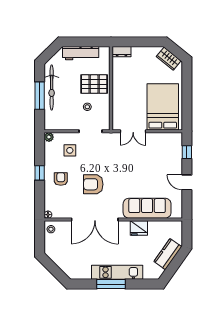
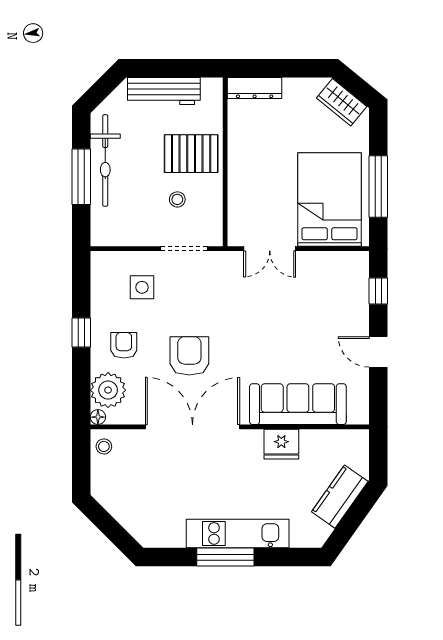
dresser: (122, 52) -> (255, 88), width x1.44
window: (187, 100) -> (378, 187), added
plant: (49, 137) -> (108, 390), moved, width x1.87, depth x1.87
armchair: (93, 184) -> (189, 356), turned 90
double door: (95, 219) -> (193, 427), swing flipped

